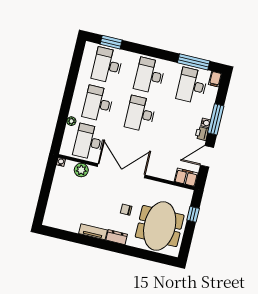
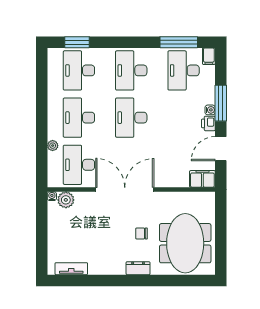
plant: (81, 170) -> (66, 200), moved
window: (193, 214) -> (221, 220), removed
tv unit: (93, 232) -> (71, 269), moved

